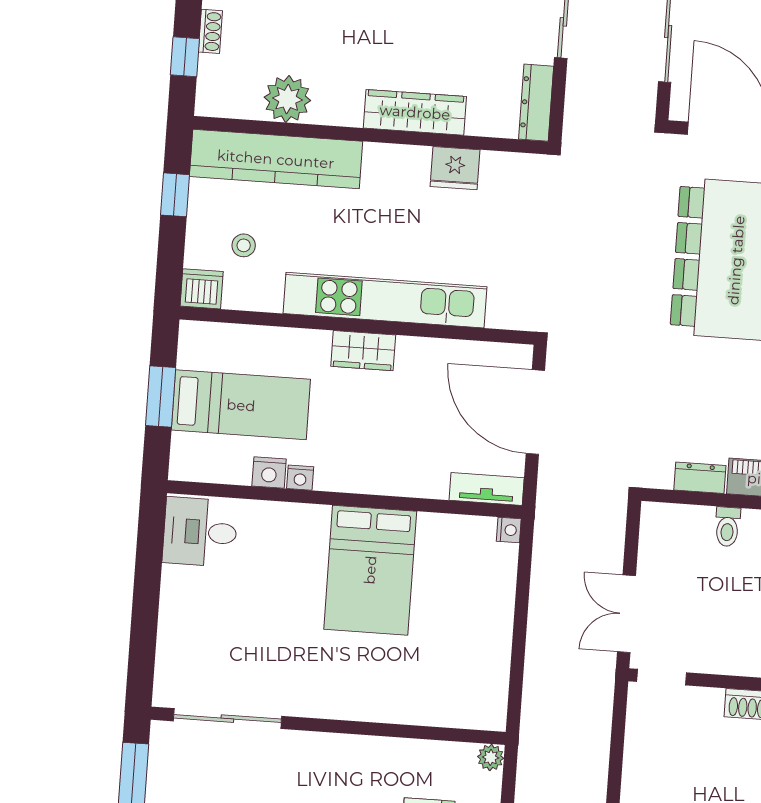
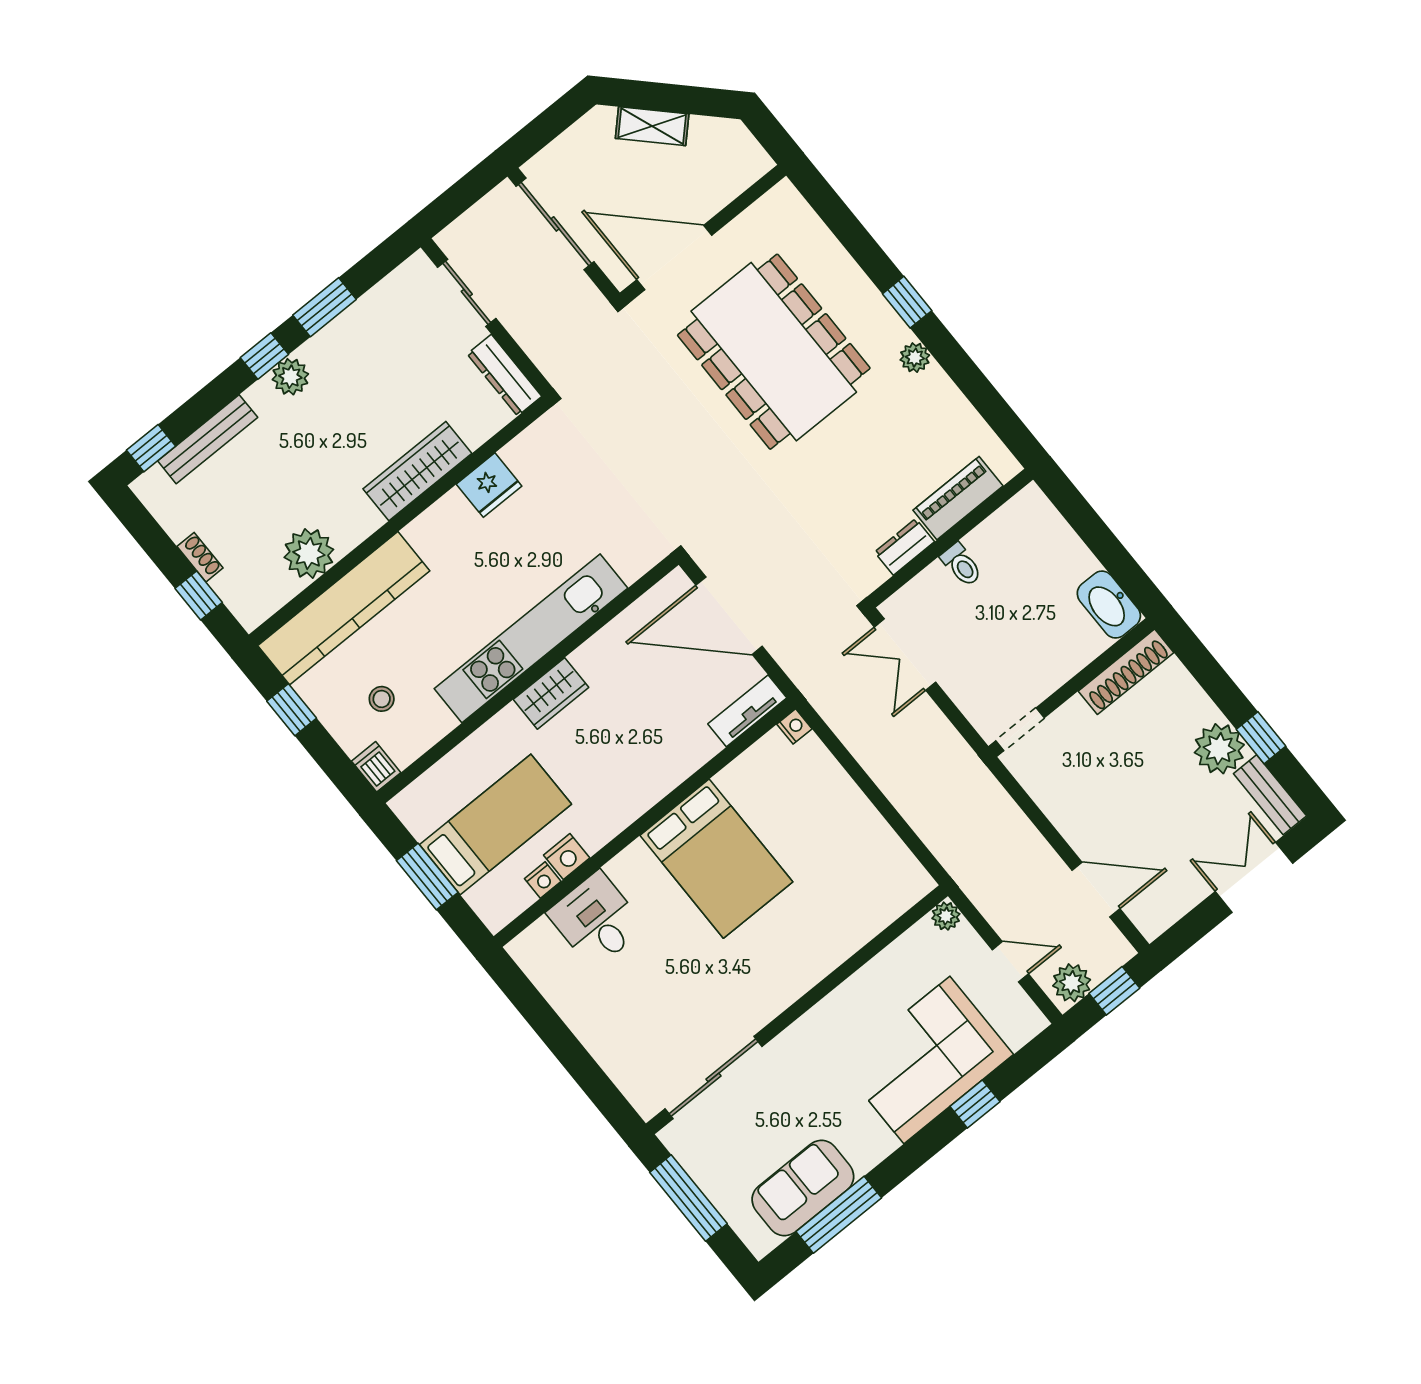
dishwasher: (202, 289) -> (376, 767), width x0.73
nightstand: (300, 478) -> (543, 880), moved
desk: (200, 532) -> (596, 920), moved, turned 90
double door: (626, 614) -> (905, 655), moved

